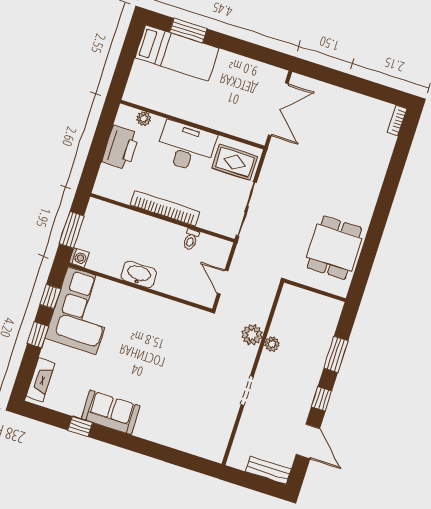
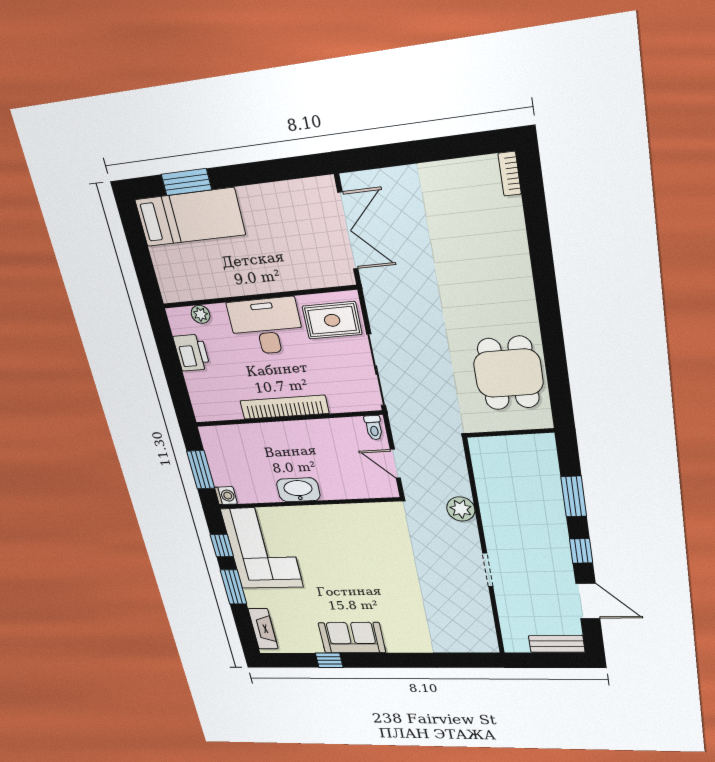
printer: (121, 148) -> (192, 353), width x0.73, depth x0.84
toilet: (191, 239) -> (374, 428), moved
window: (38, 335) -> (233, 587), width x1.50
plant: (272, 344) -> (490, 511), removed

